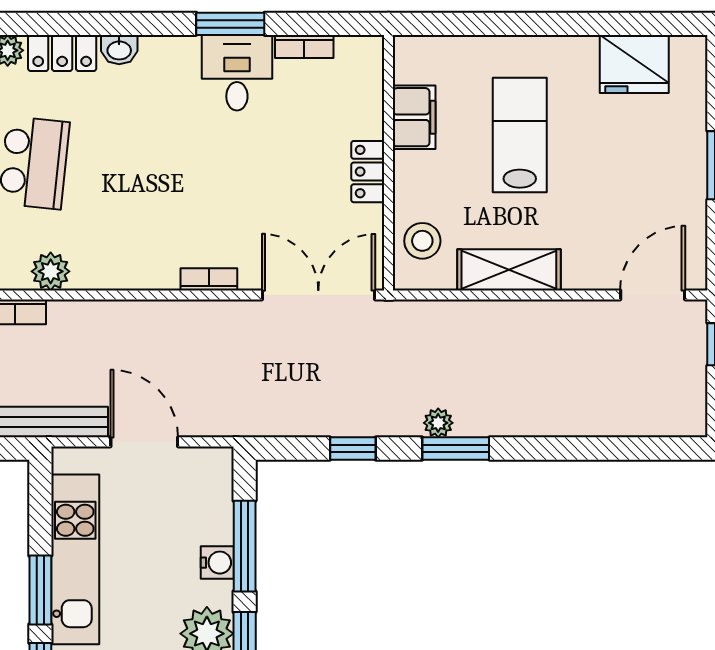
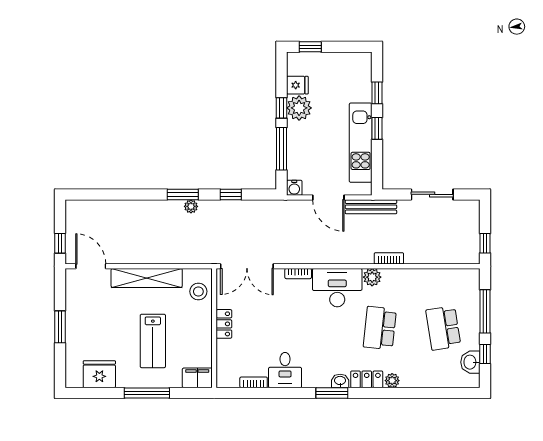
window: (230, 24) -> (332, 393), moved
window: (532, 24) -> (147, 393), added
filing cabinet: (414, 117) -> (197, 378), moved, turned 90
desk: (125, 249) -> (337, 288), added
shelving: (509, 270) -> (147, 278), width x1.47
door: (653, 295) -> (91, 266), swing flipped
water cooler: (217, 563) -> (294, 188), moved, turned -90
window: (40, 590) -> (377, 128), width x0.67

